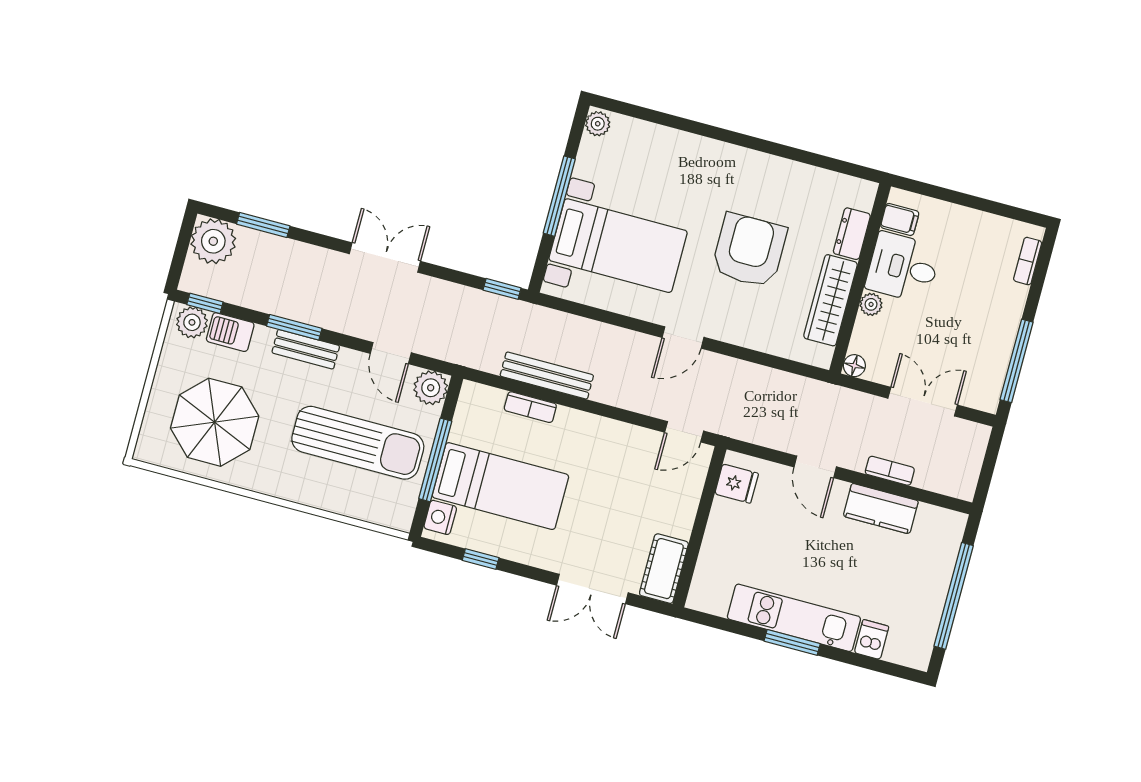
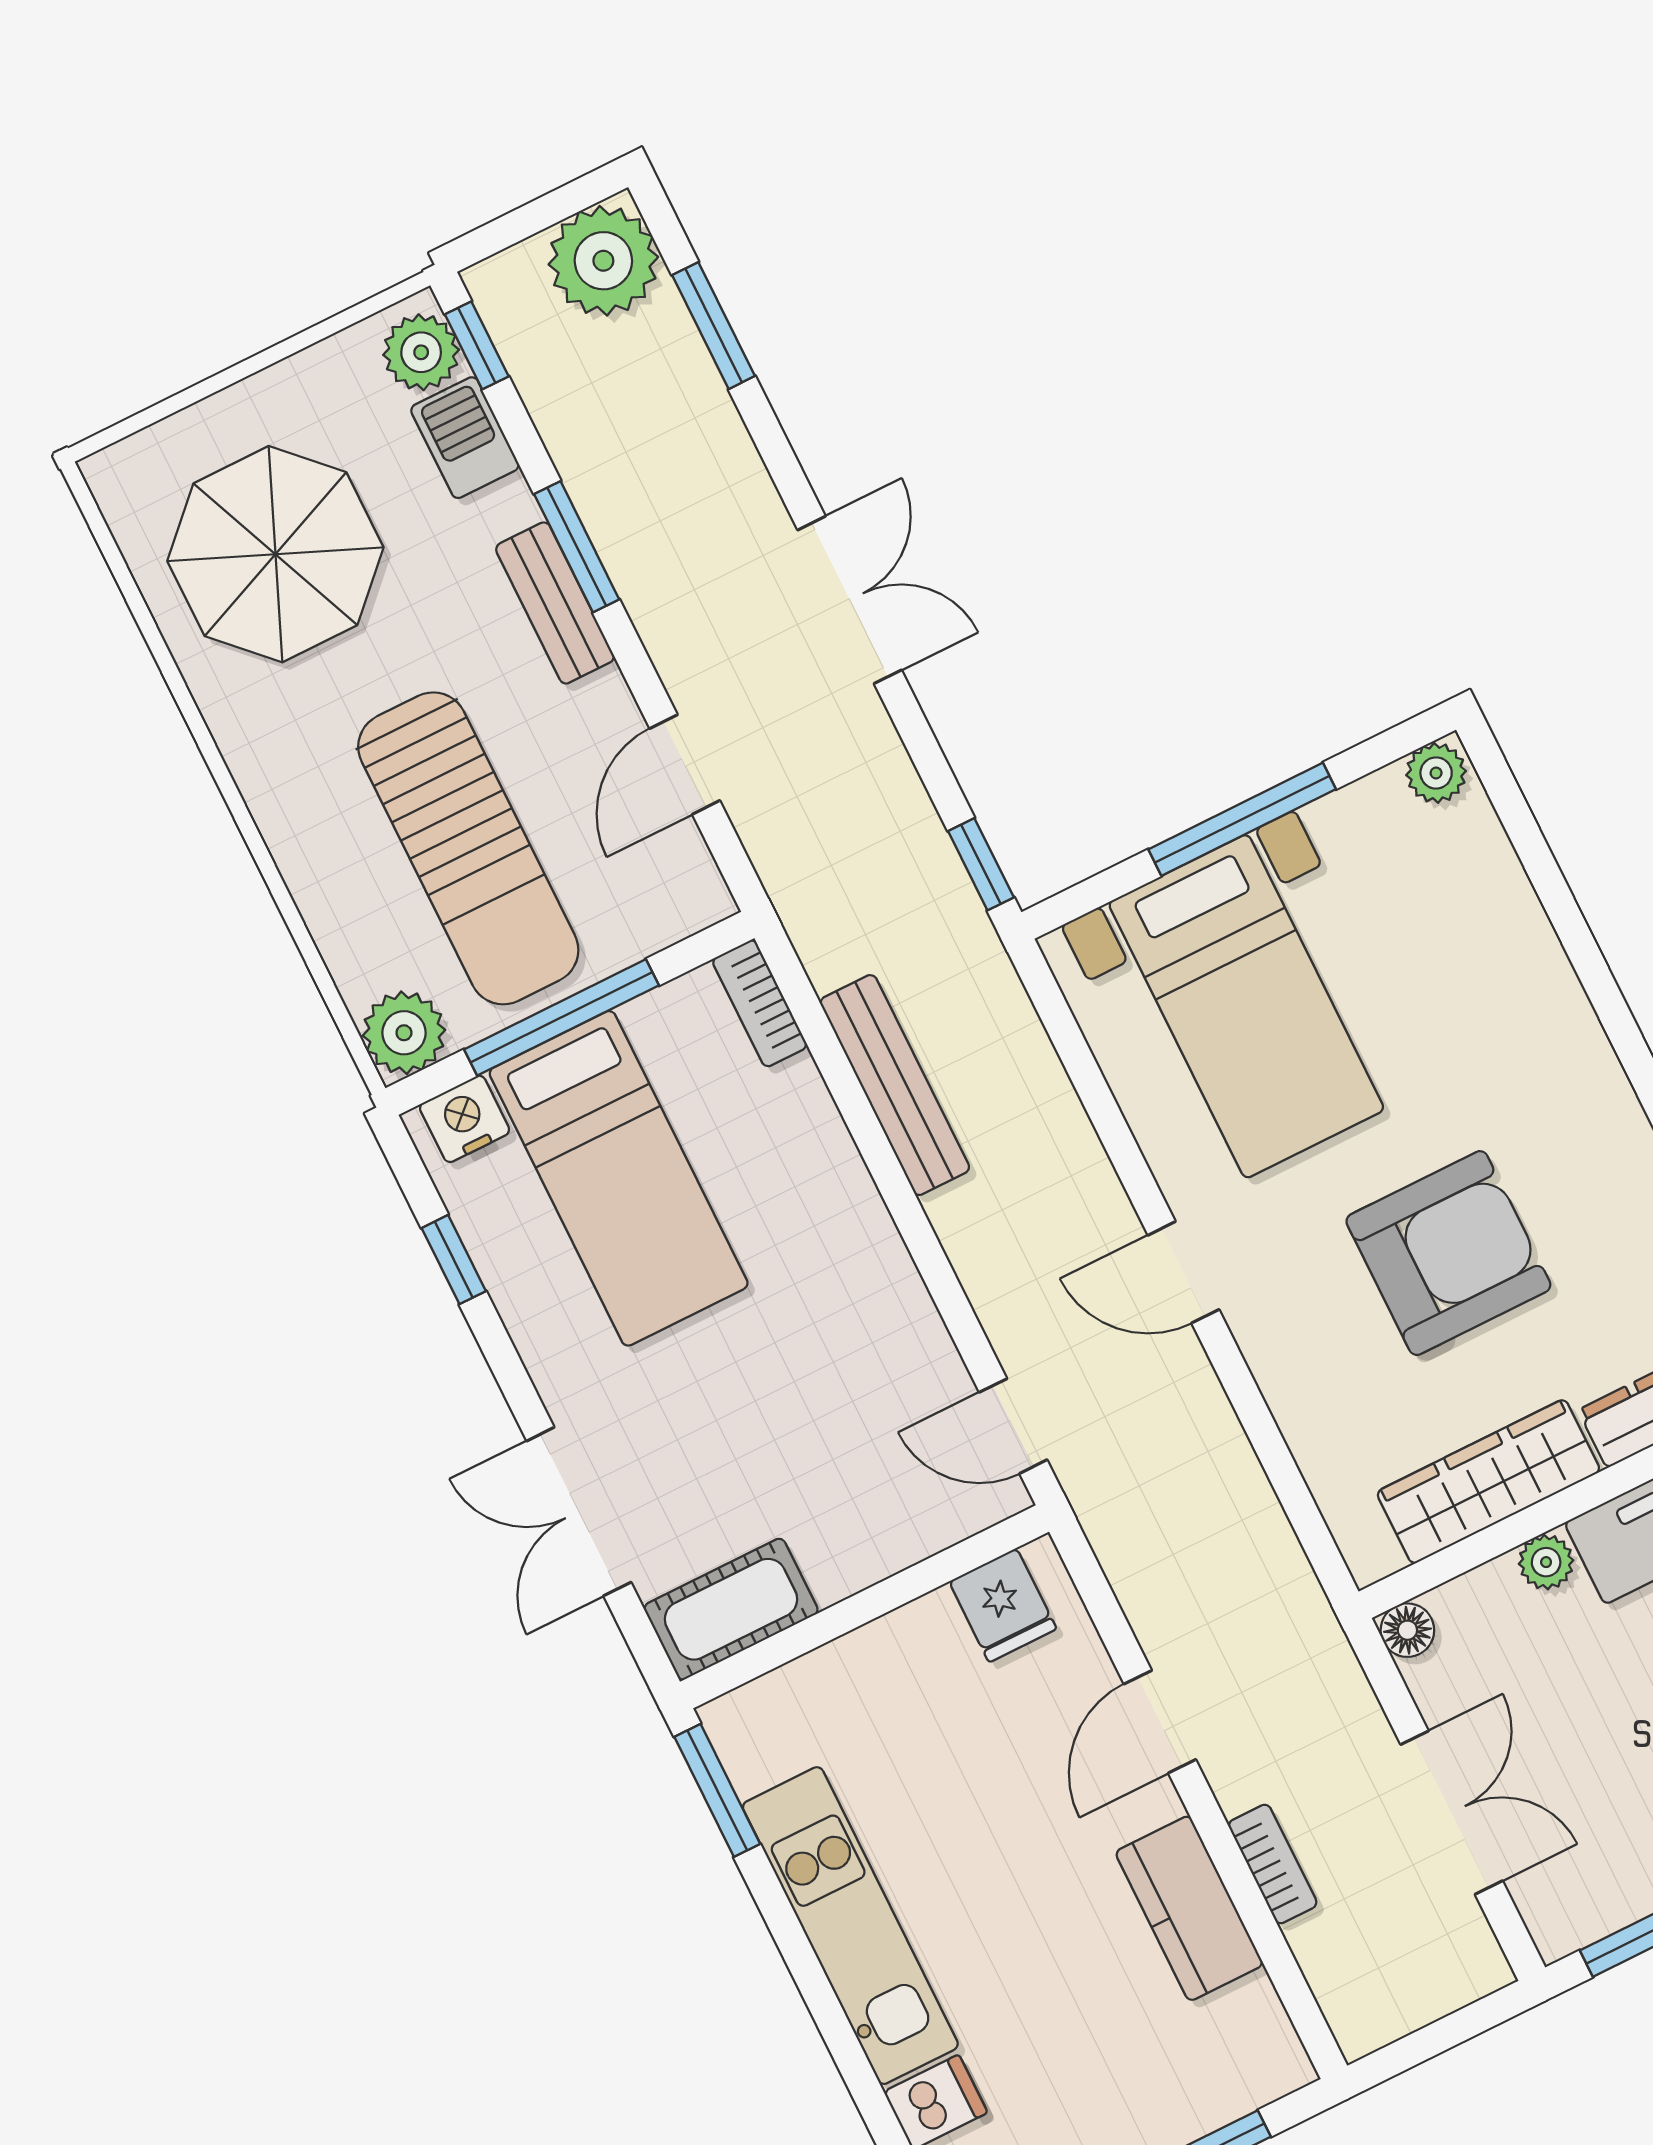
plant: (431, 388) -> (404, 1033), moved
bookcase: (530, 407) -> (760, 1003), moved
window: (792, 642) -> (717, 1790), moved

